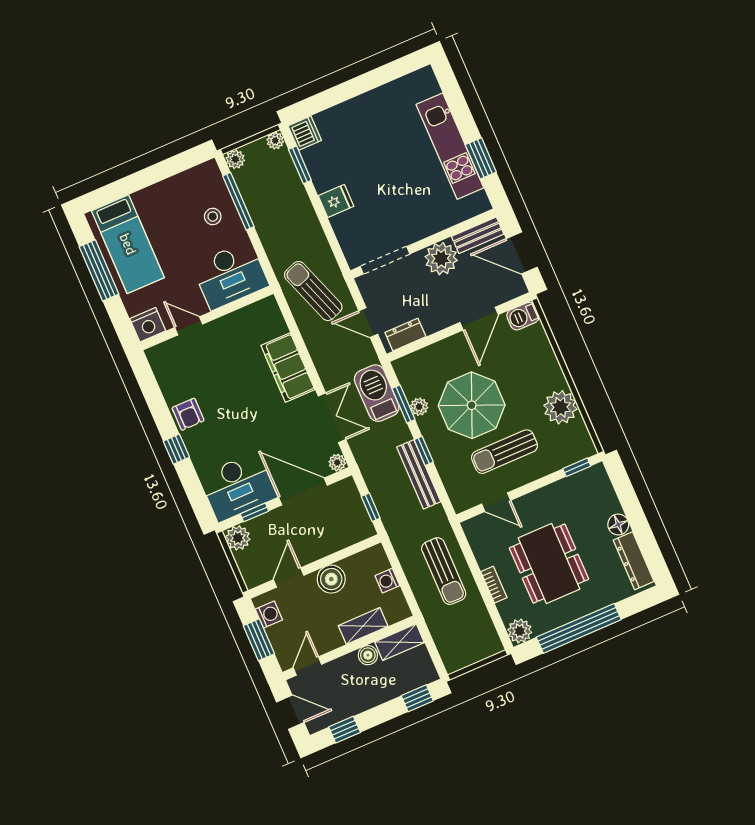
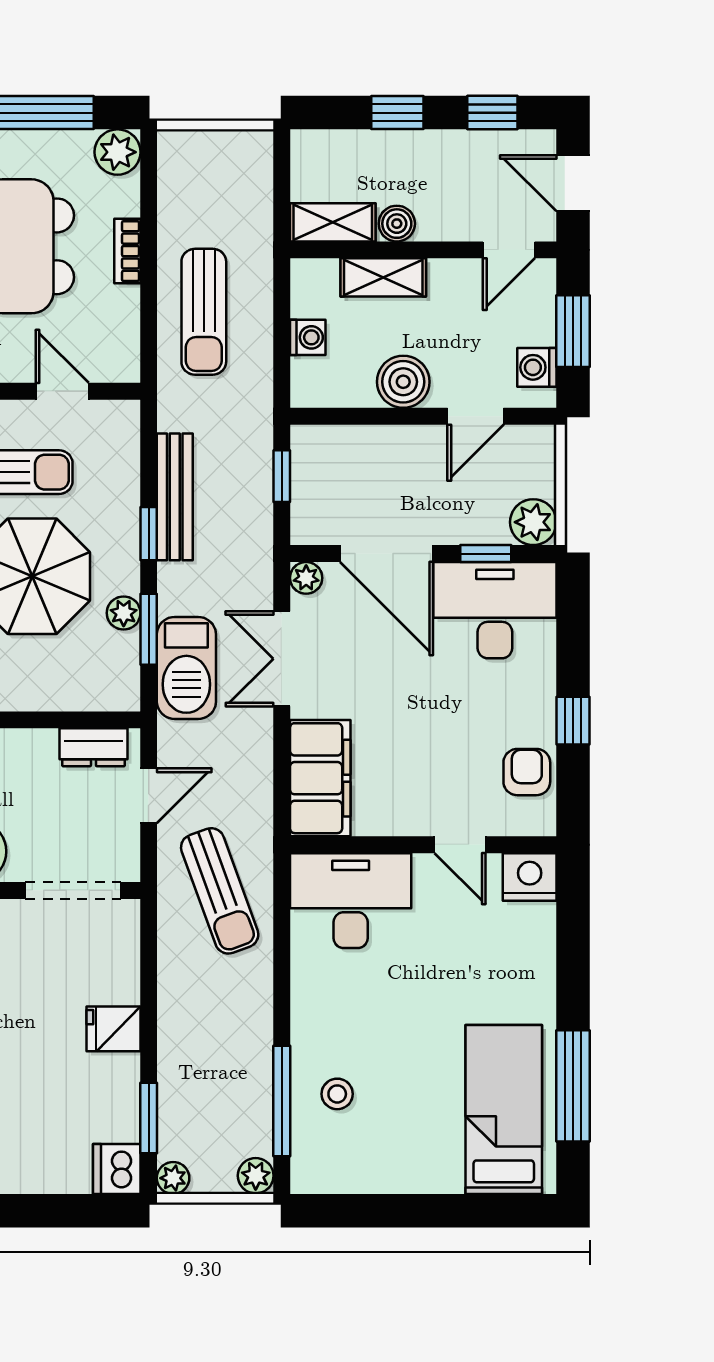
desk: (230, 275) -> (351, 901), moved
wall: (207, 318) -> (423, 845), moved
door: (368, 322) -> (149, 796), hinge flipped
nightstand: (148, 325) -> (530, 877), moved
door: (189, 326) -> (460, 845), moved
sun lounger: (444, 571) -> (204, 312), turned 180
window: (417, 698) -> (397, 113), moved

